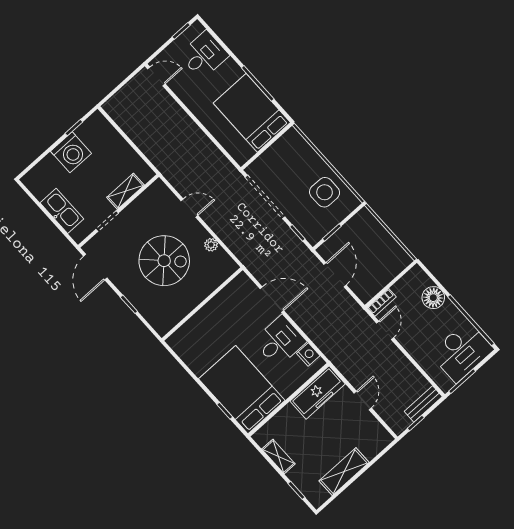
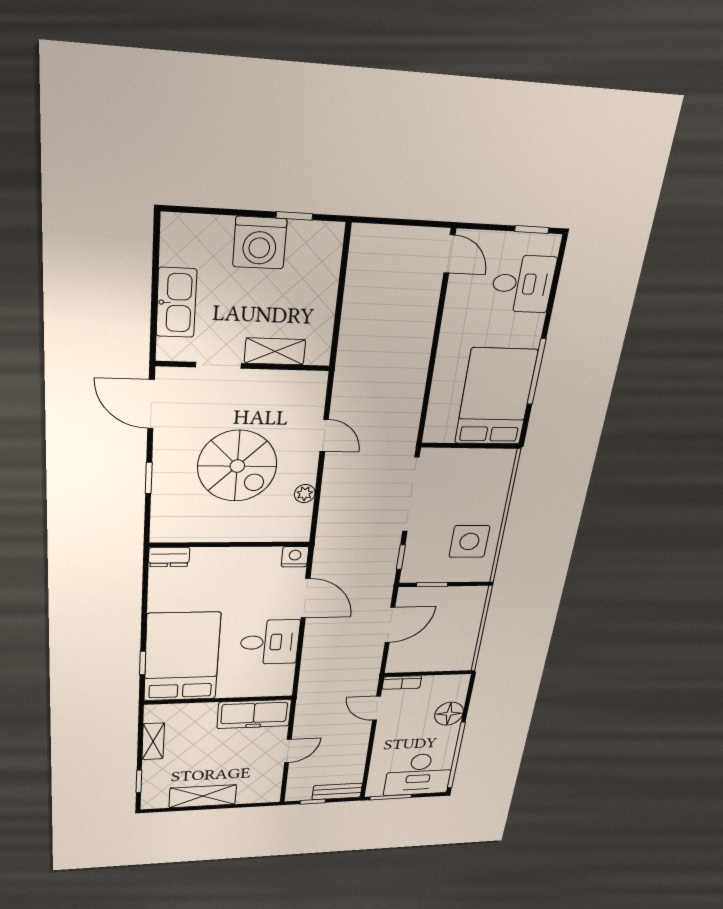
door: (95, 267) -> (151, 404), hinge flipped
door: (385, 330) -> (377, 708), swing flipped
dresser: (179, 337) -> (169, 557), added
nightstand: (308, 355) -> (295, 557), moved, turned -90

